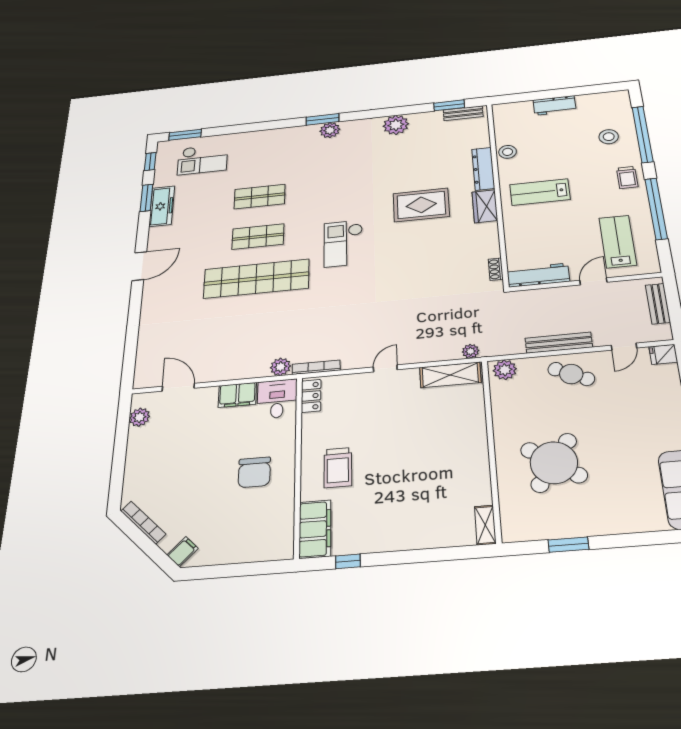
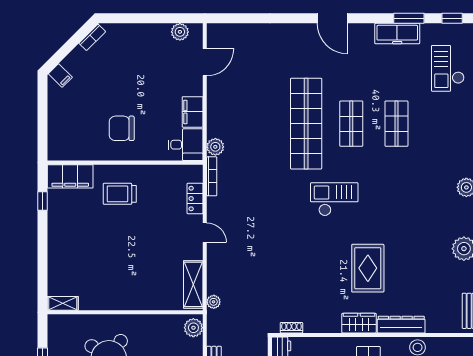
locker: (311, 396) -> (195, 199), moved, turned 90
bookcase: (143, 523) -> (92, 37), width x0.64

